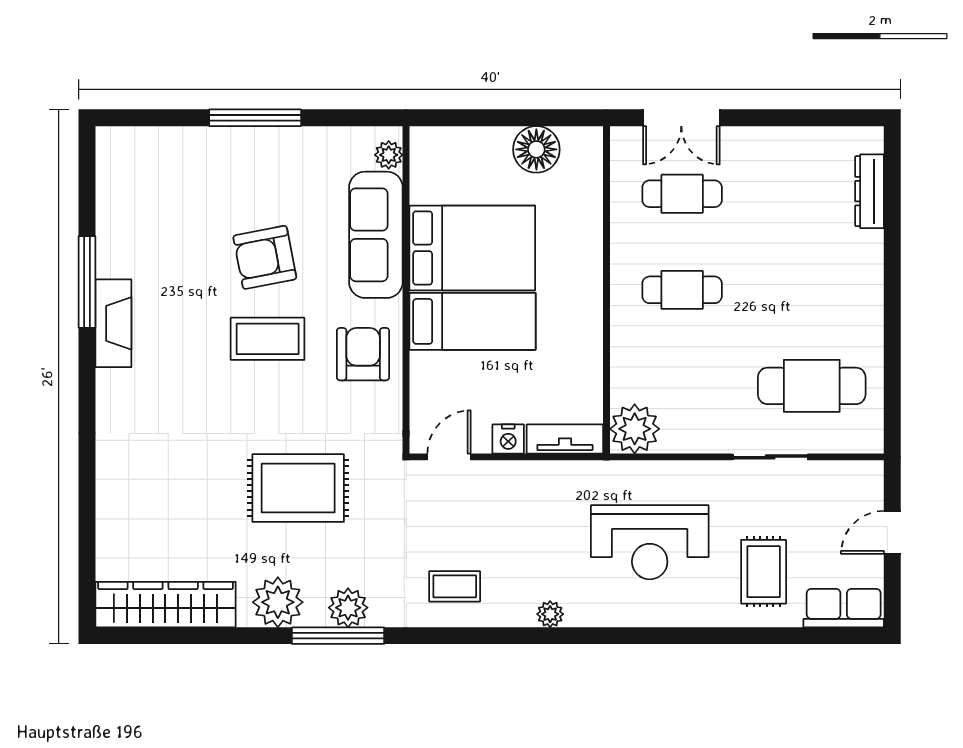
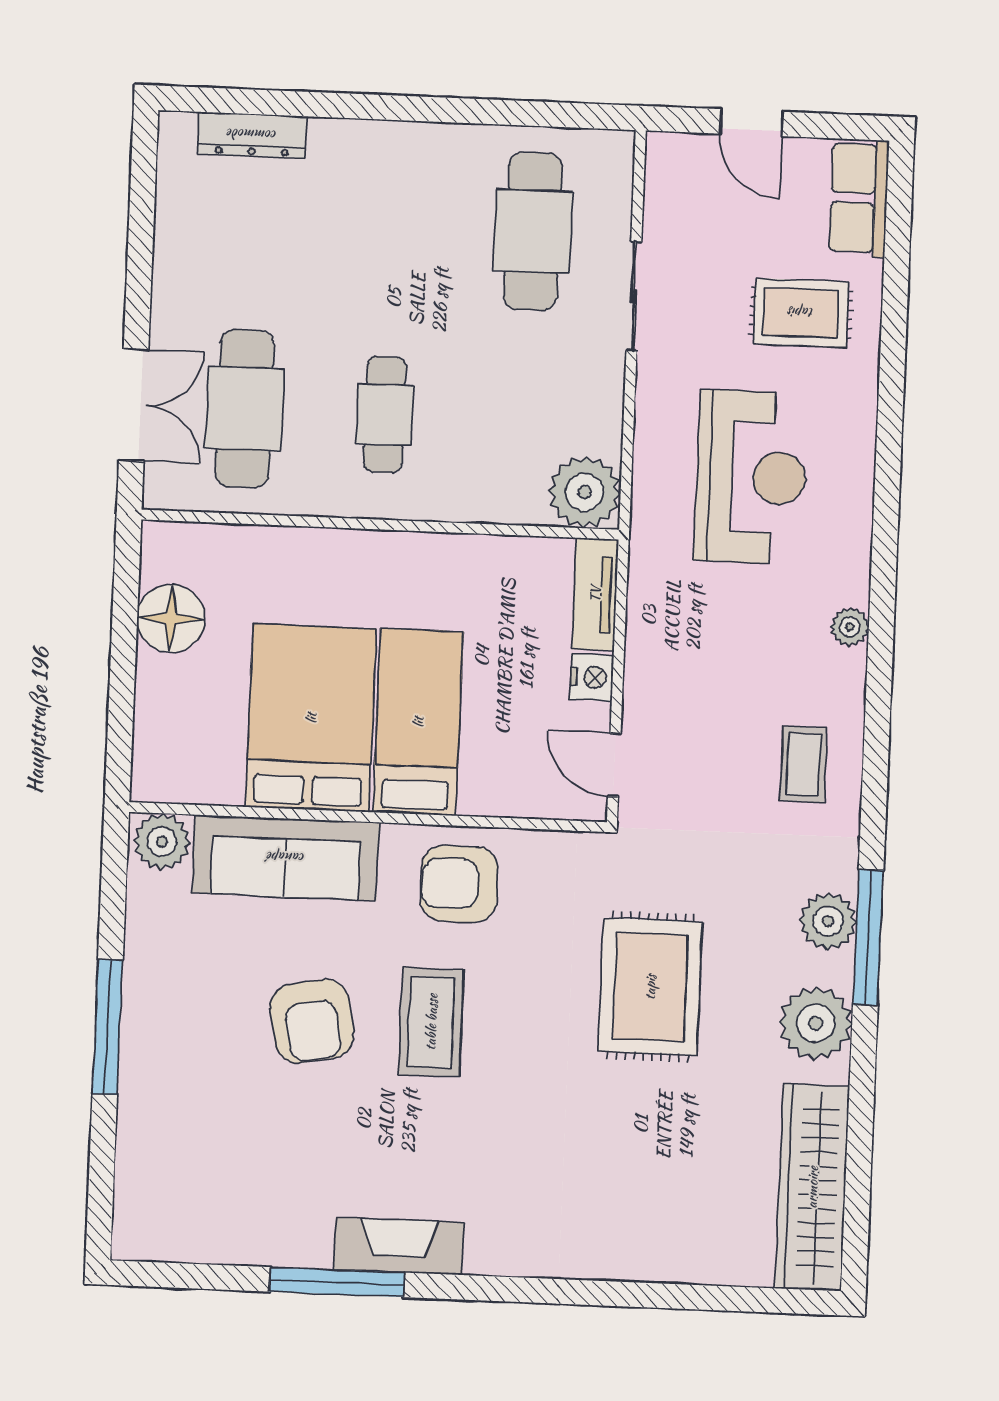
plant: (389, 155) -> (162, 842), width x1.38, depth x1.38
cafe table: (682, 194) -> (245, 409), width x1.37, depth x1.35

